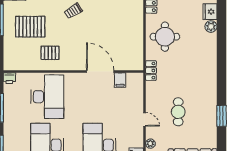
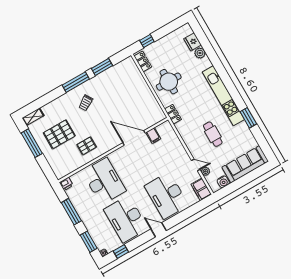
kitchen unit: (210, 81) -> (223, 96), added
door: (145, 119) -> (196, 165), moved

